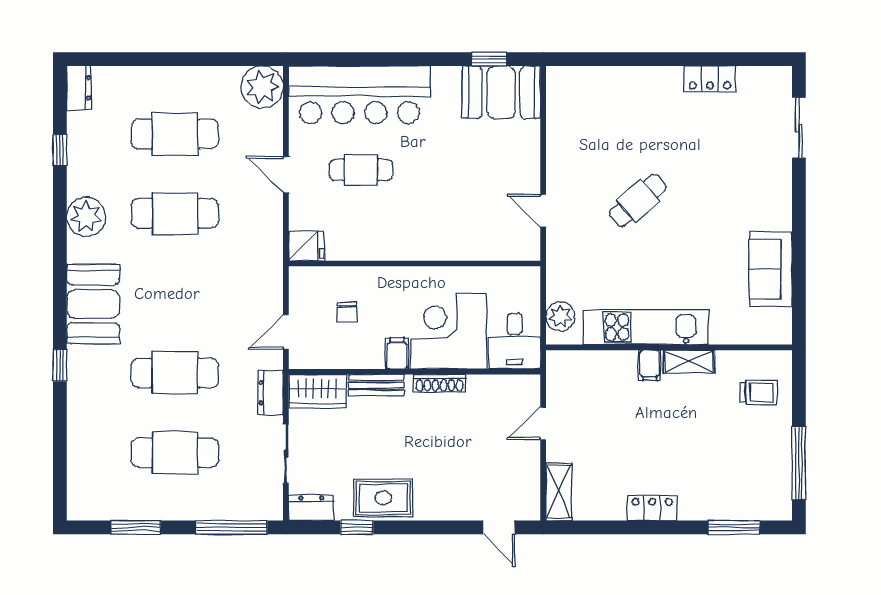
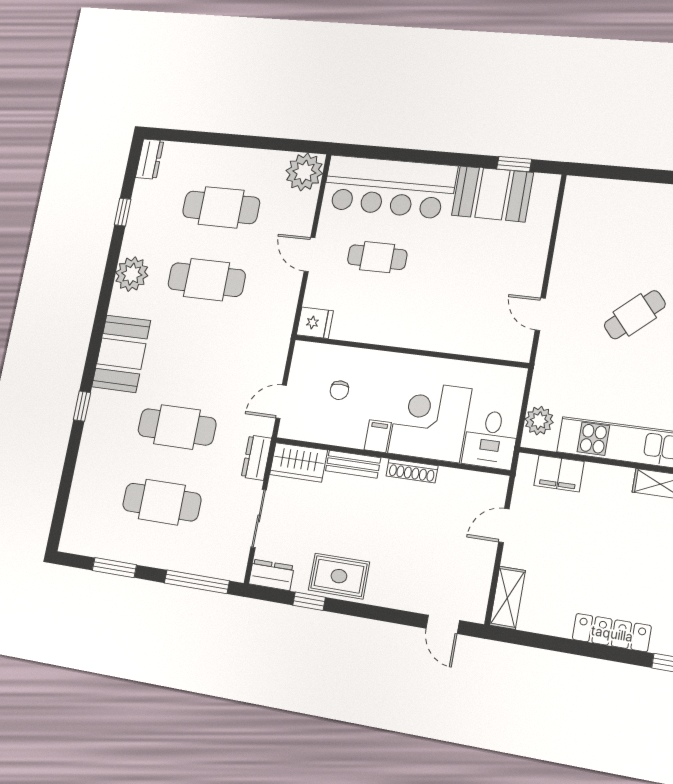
booth: (501, 92) -> (492, 194), moved
filing cabinet: (650, 365) -> (559, 473), moved, width x2.00
locker: (652, 508) -> (612, 633), width x1.53

